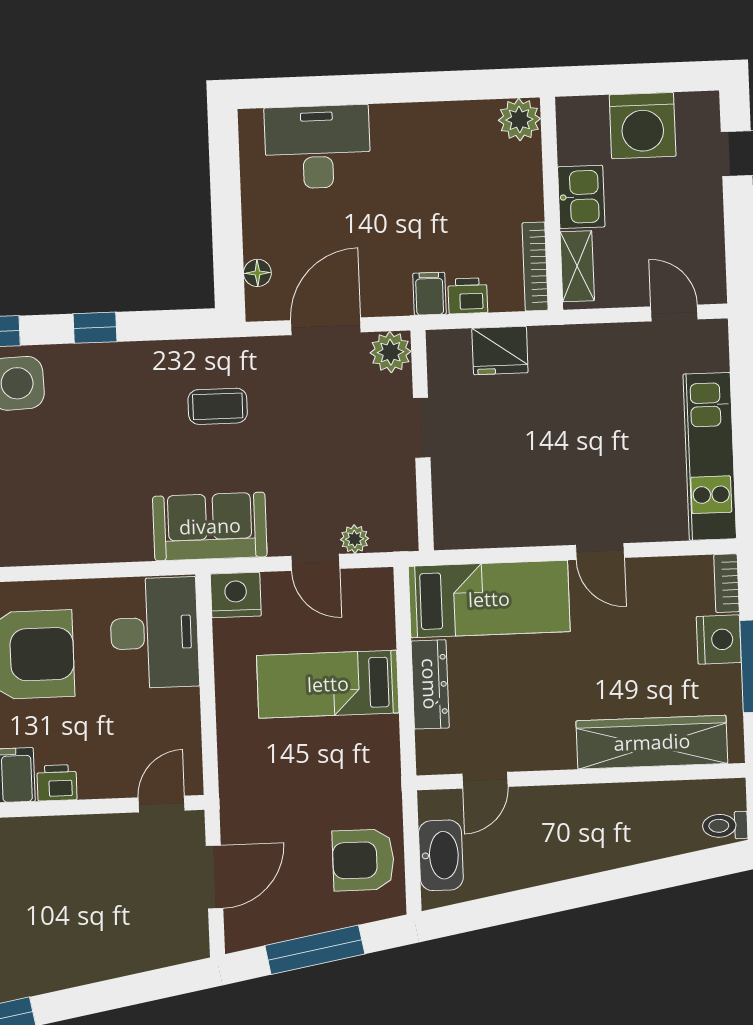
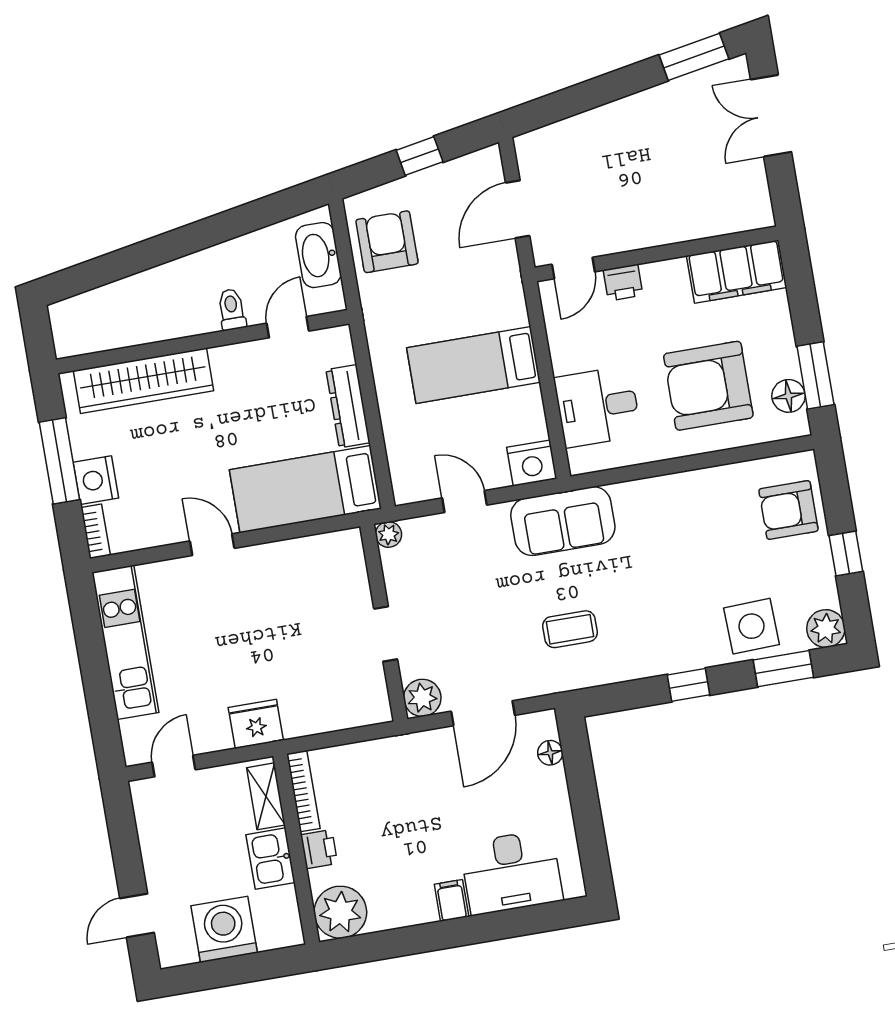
plant: (519, 120) -> (340, 912), width x1.36, depth x1.36
filing cabinet: (429, 294) -> (452, 900), moved, turned 180
printer: (468, 296) -> (319, 849), moved, turned -90
door: (674, 313) -> (174, 766), swing flipped
fridge: (500, 350) -> (256, 724), moved
plant: (355, 539) -> (389, 534), moved
desk: (154, 633) -> (598, 407), width x0.73
bed: (328, 684) -> (474, 365), moved, turned 180
printer: (57, 783) -> (623, 283), moved
toilet: (725, 826) -> (232, 309), moved, turned -90
armchair: (363, 860) -> (387, 242), turned -90
window: (315, 950) -> (420, 156), width x0.46

